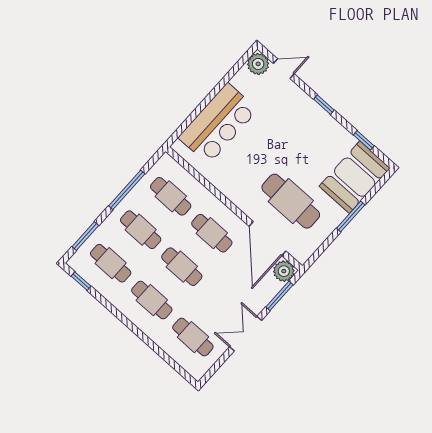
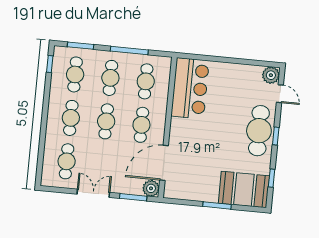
bar counter: (218, 124) -> (190, 88), moved, turned -90
cafe table: (291, 201) -> (259, 131), moved

